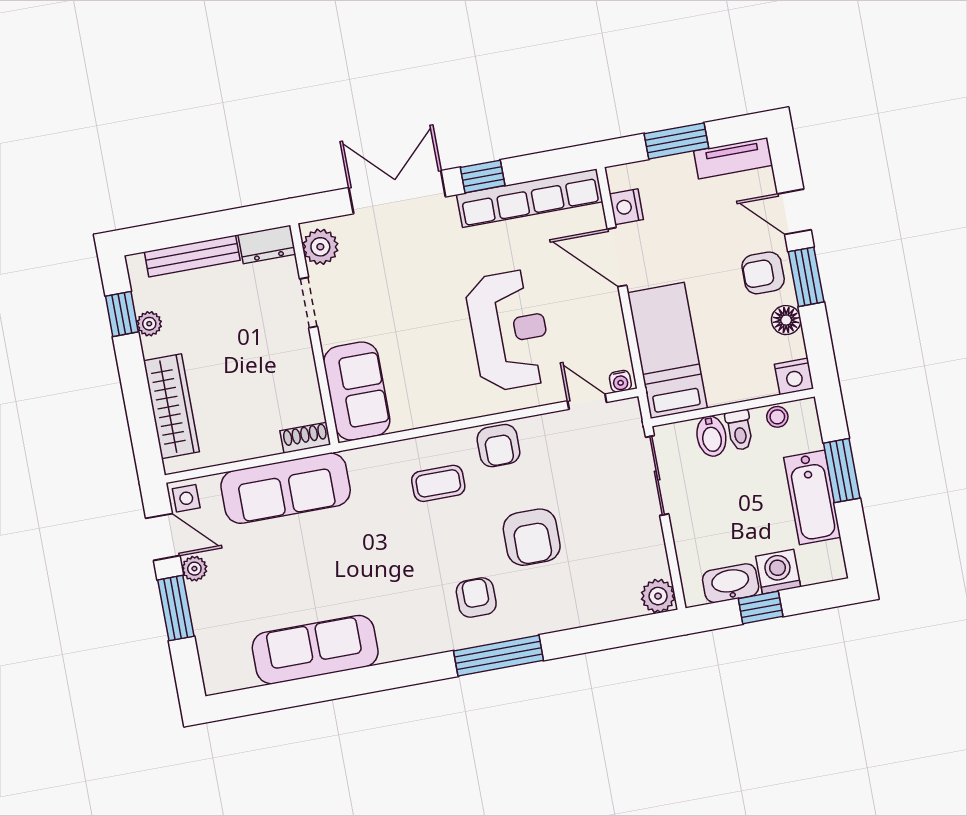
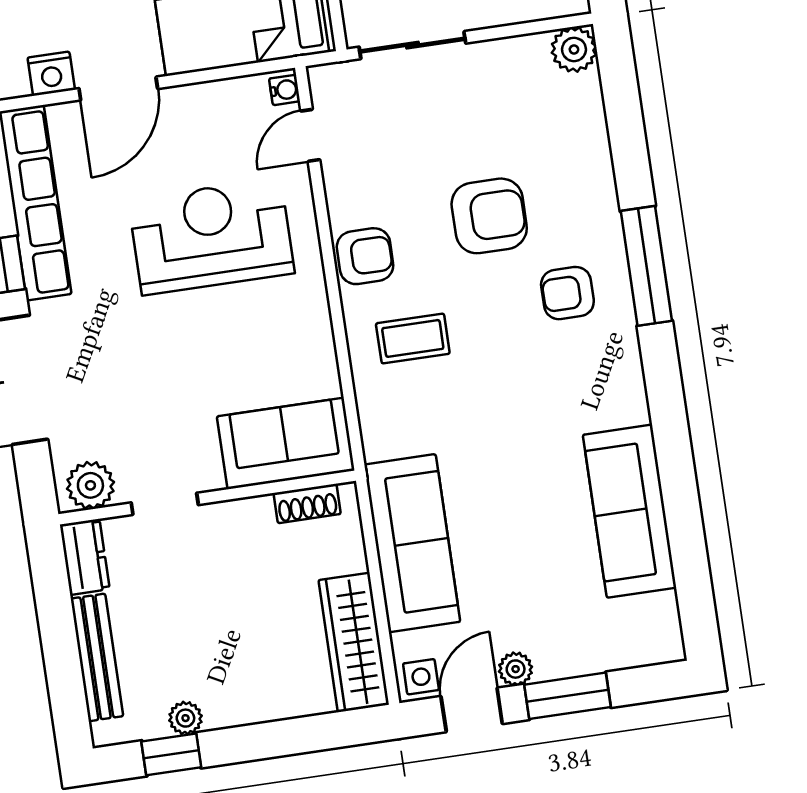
wardrobe: (171, 406) -> (354, 642), moved, turned -90
shoe rack: (305, 438) -> (307, 504), moved, turned -90
coffee table: (438, 483) -> (413, 338), turned 90

